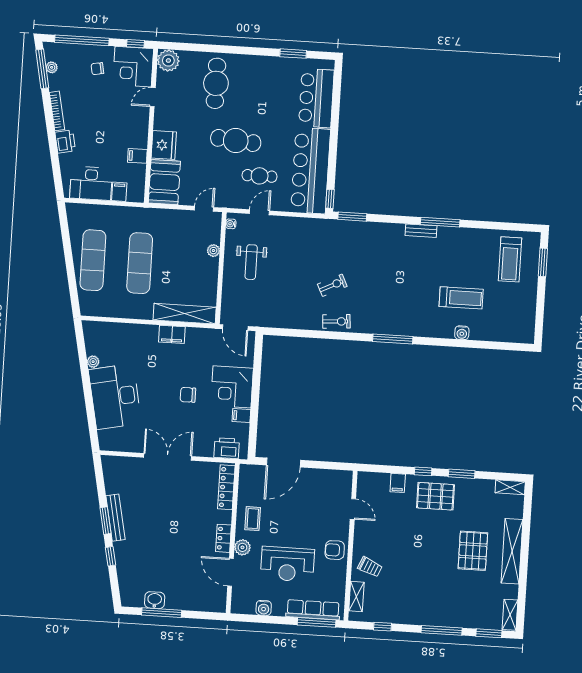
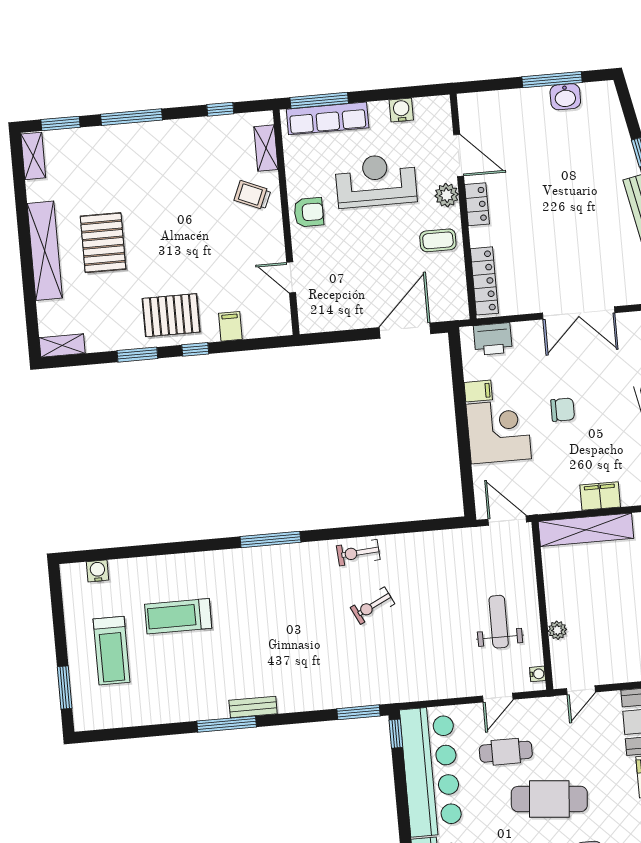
treadmill: (510, 259) -> (112, 651), moved, turned 180
water cooler: (462, 333) -> (98, 571), moved
coffee table: (253, 519) -> (438, 240), turned 90

